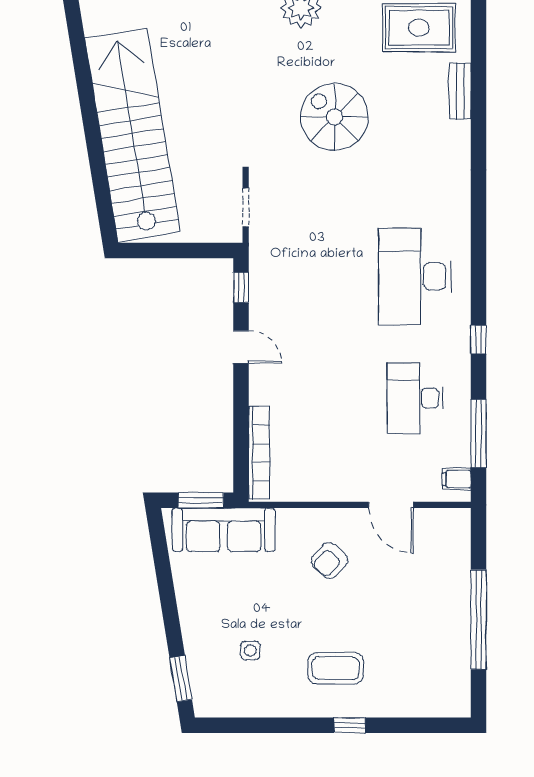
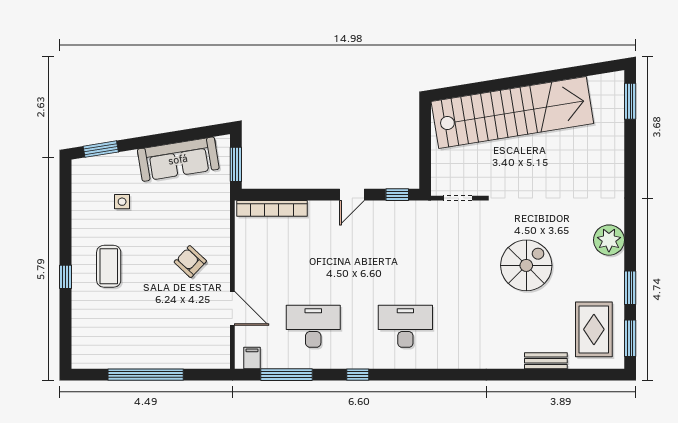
desk: (415, 276) -> (405, 326), width x0.73, depth x0.77
door: (391, 505) -> (232, 308), swing flipped
sofa: (224, 530) -> (178, 159), moved, turned -99

